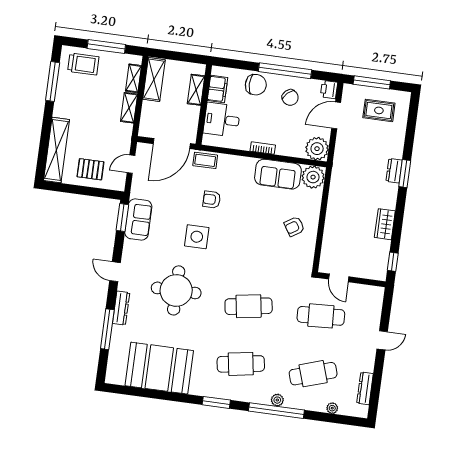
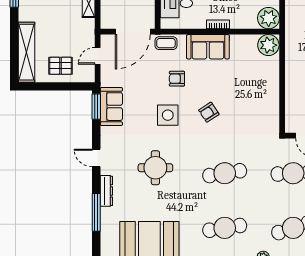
sofa: (278, 174) -> (208, 47), moved
armchair: (294, 226) -> (209, 112), moved
round table: (176, 290) -> (155, 168), width x0.73, depth x0.73

